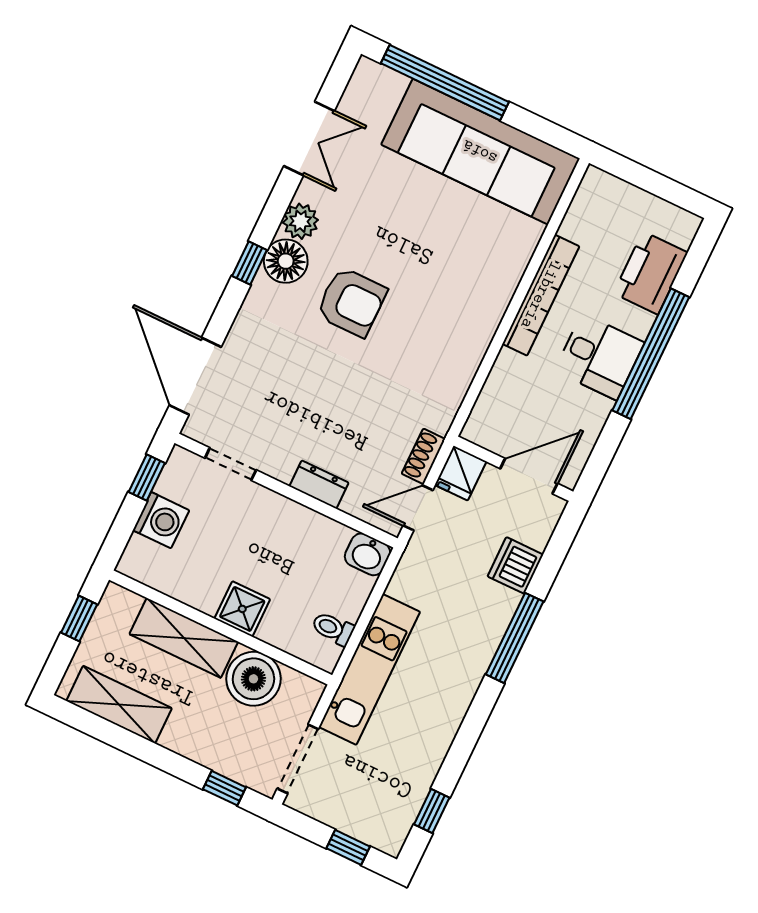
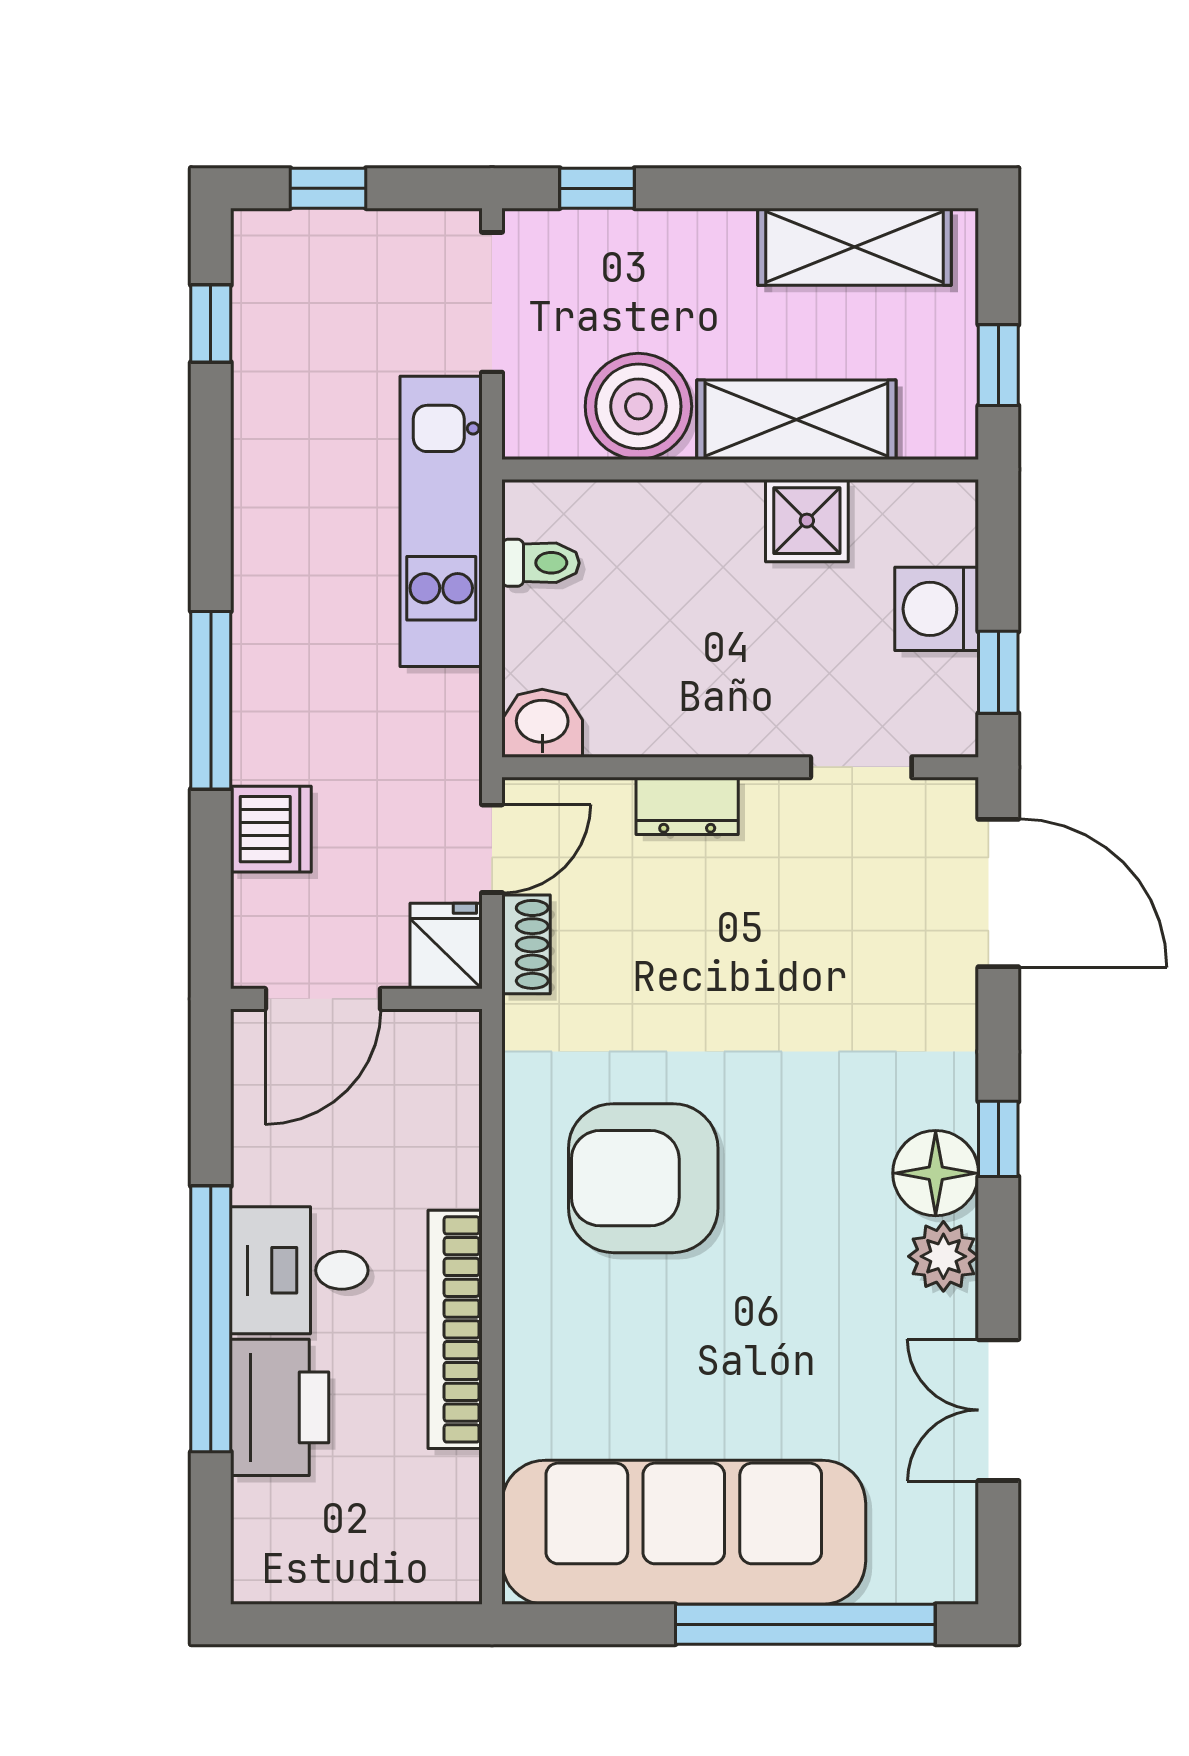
printer: (651, 273) -> (280, 1407), moved
armchair: (351, 302) -> (643, 1178), moved, width x1.36, depth x1.36
shower: (242, 609) -> (807, 521), moved

